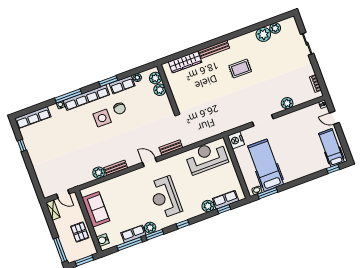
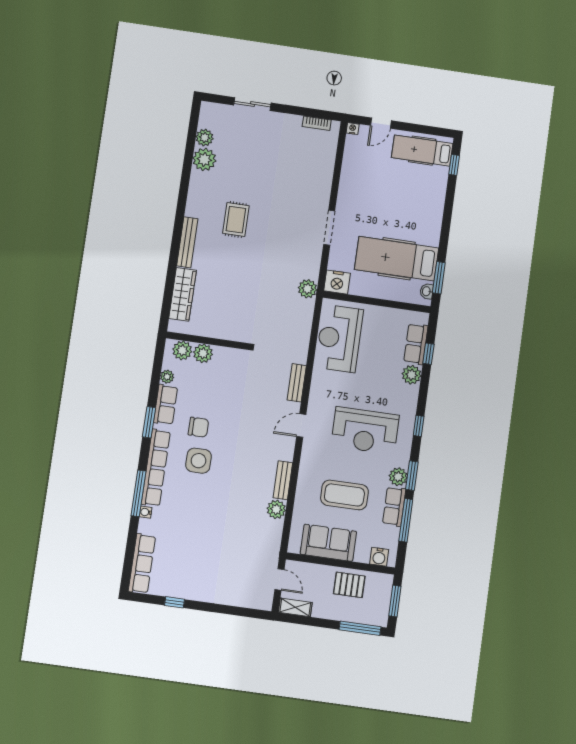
plant: (287, 103) -> (308, 289), moved
door: (63, 194) -> (279, 580), hinge flipped
coffee table: (125, 204) -> (344, 495), added

